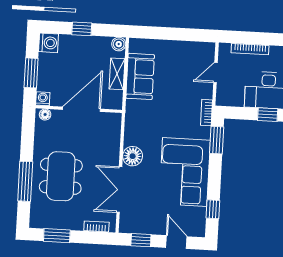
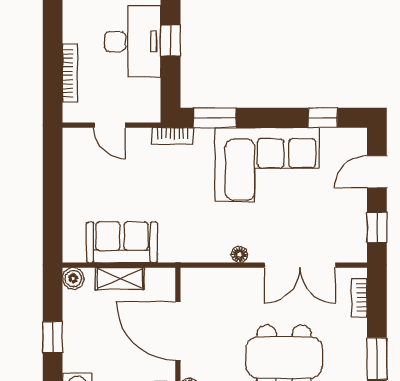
floor lamp: (133, 156) -> (240, 255), width x0.53, depth x0.53

